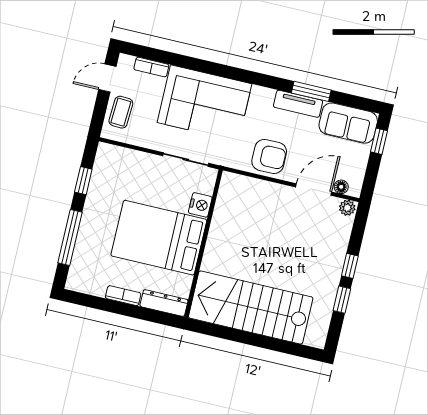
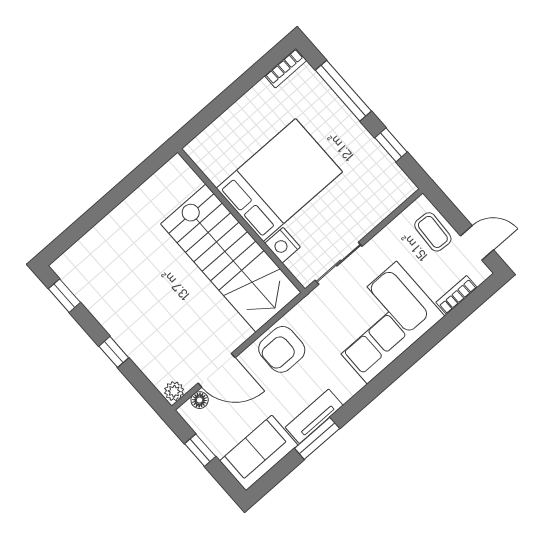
door: (107, 78) -> (477, 243), hinge flipped
window: (379, 141) -> (200, 450), moved
door: (314, 190) -> (217, 370), hinge flipped
bookcase: (123, 296) -> (286, 68), moved
window: (342, 300) -> (64, 296), moved
dresser: (164, 303) -> (210, 138), removed
stairs: (251, 307) -> (231, 258), moved, turned 90

